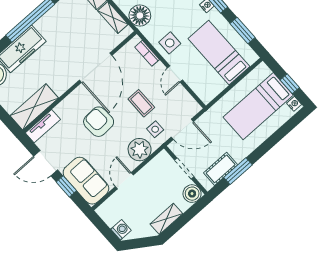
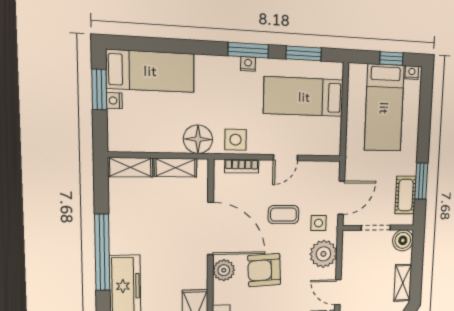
side table: (170, 43) -> (236, 140), moved
door: (175, 74) -> (285, 158), hinge flipped
plant: (78, 97) -> (224, 270), added

